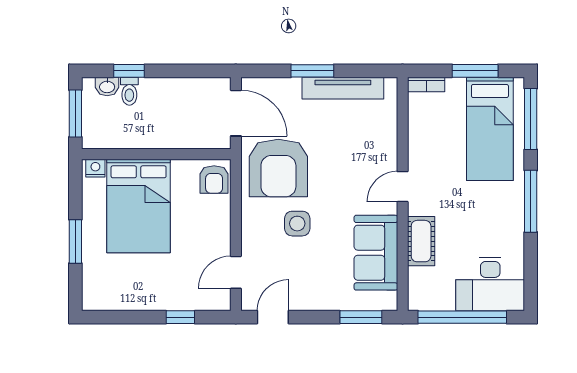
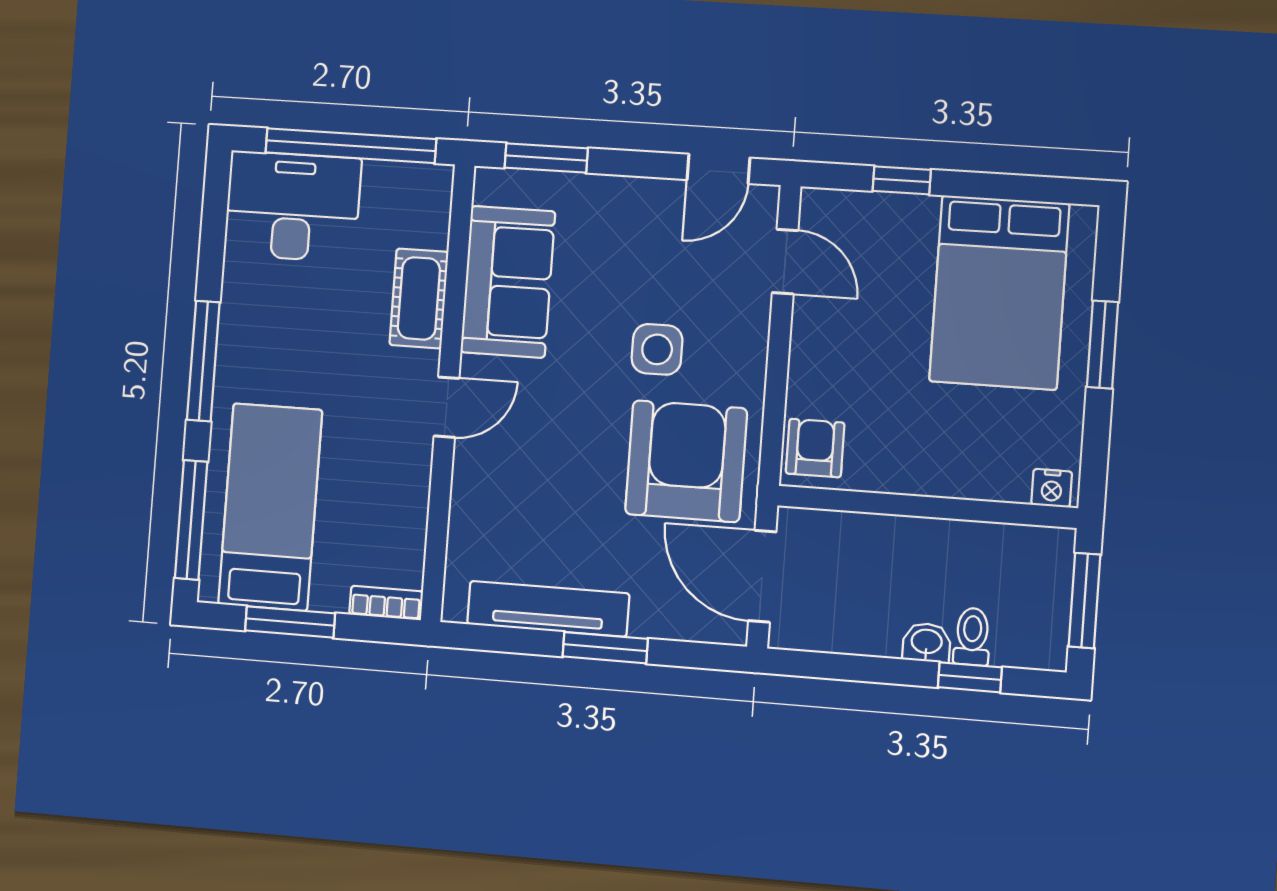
washbasin: (107, 86) -> (927, 642), moved
bed: (139, 206) -> (999, 292), moved, turned 180
door: (236, 272) -> (785, 262), hinge flipped

